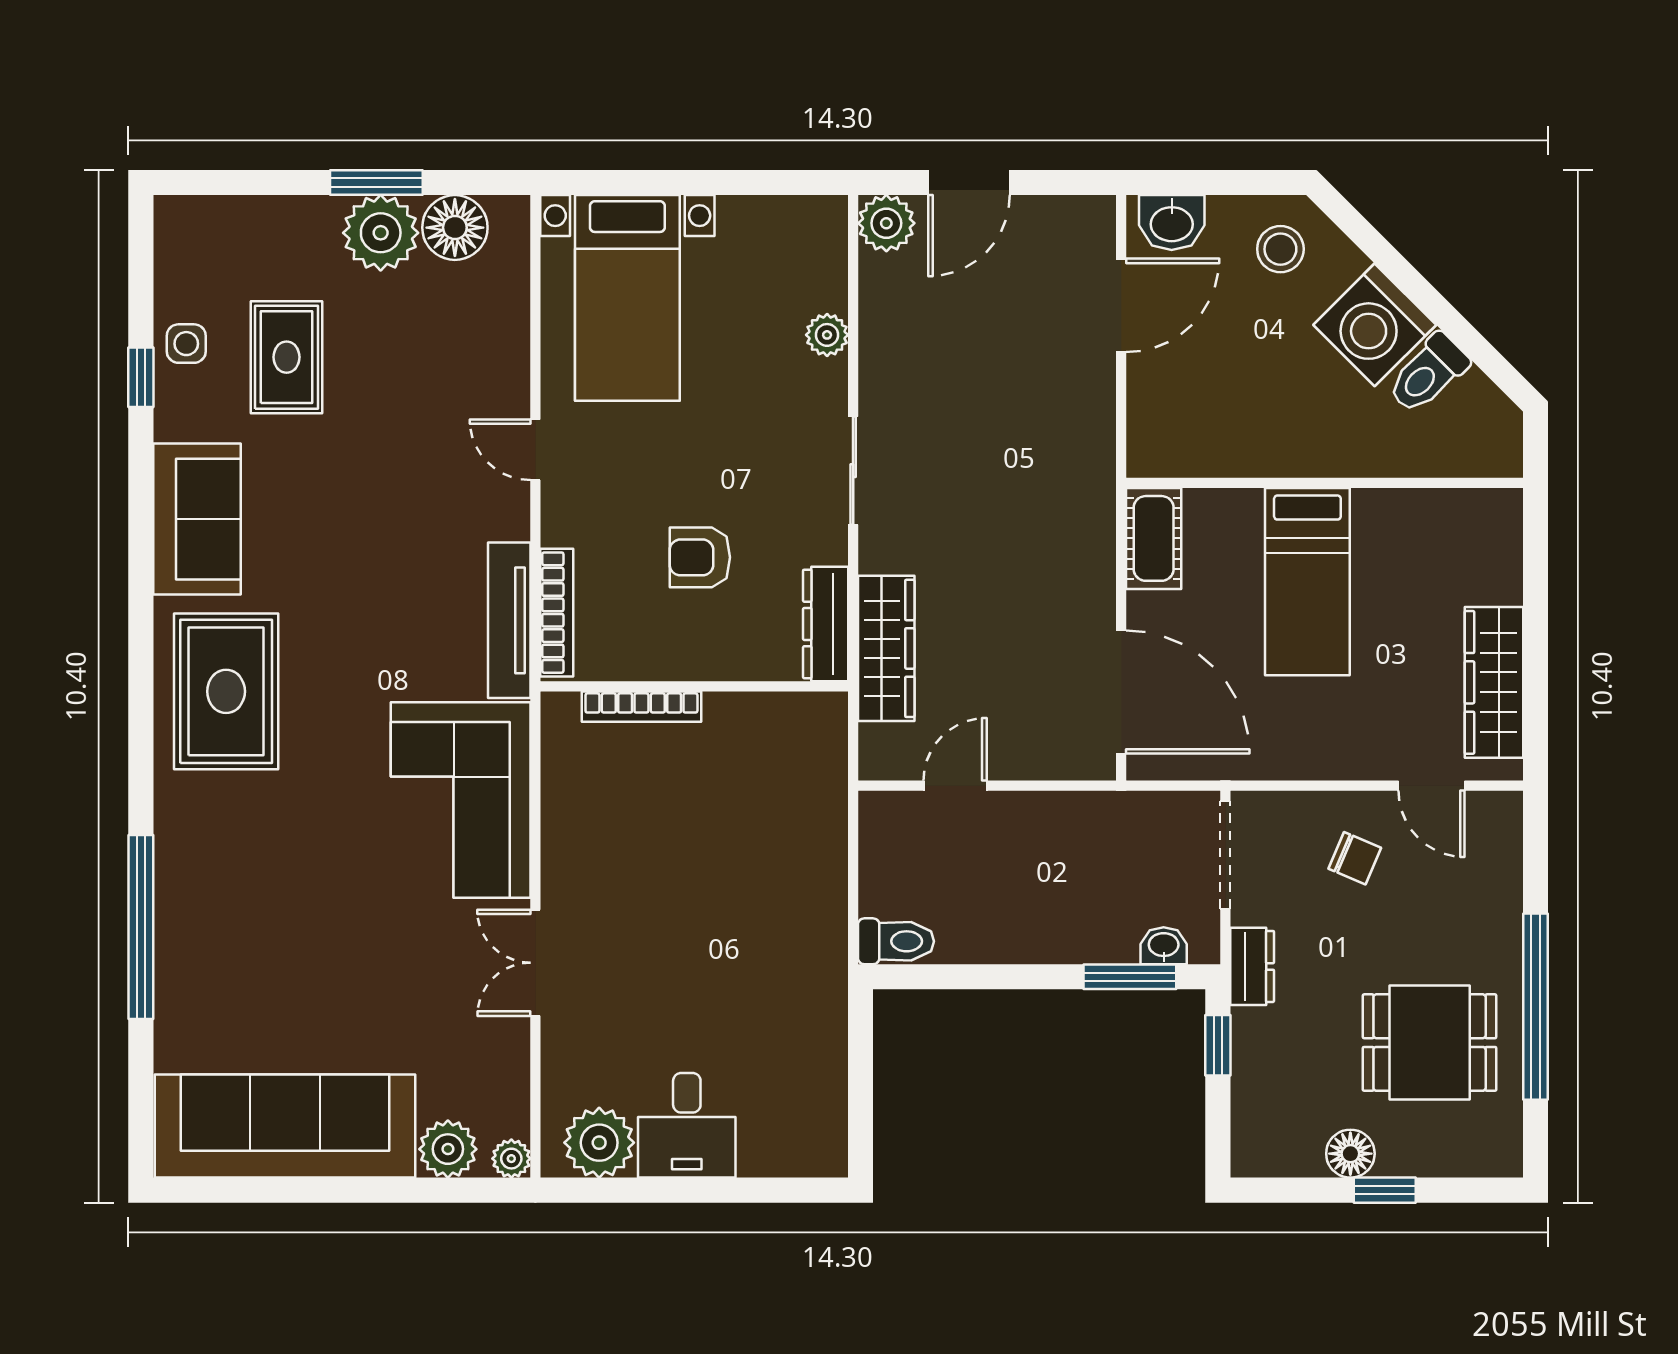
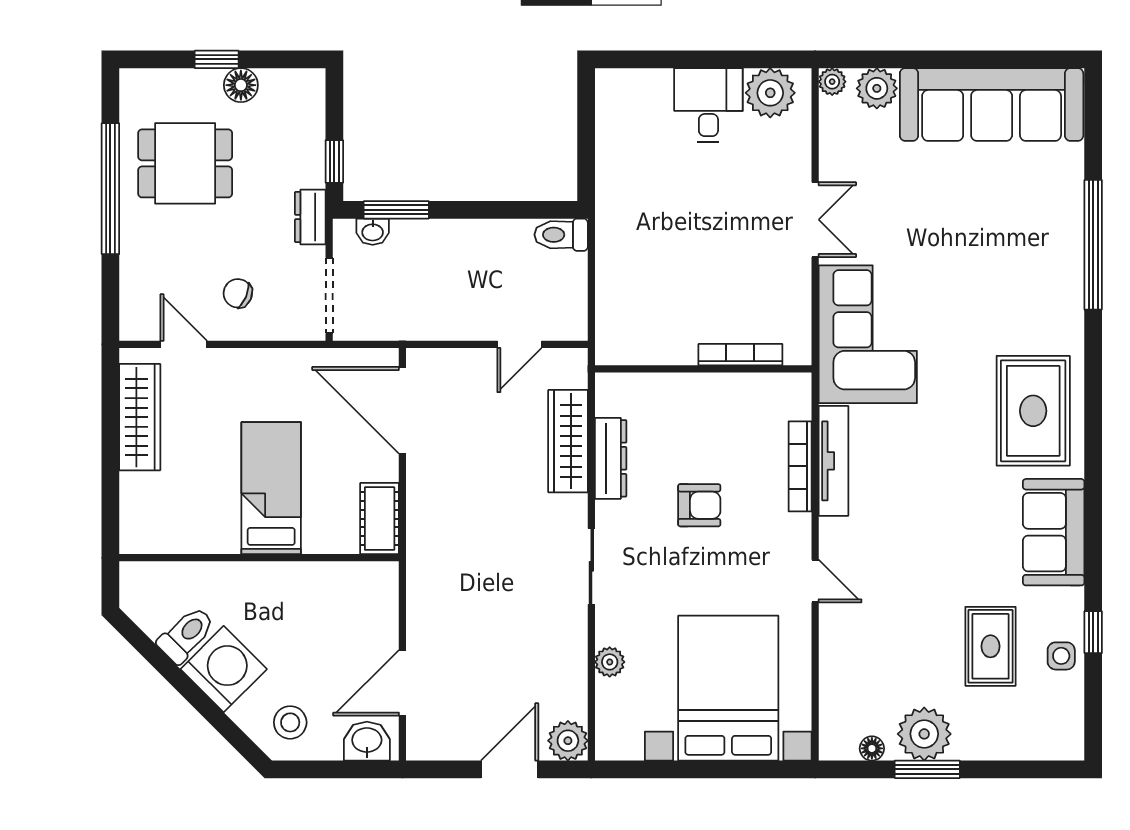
floor lamp: (455, 228) -> (872, 748), width x0.53, depth x0.53
bed with nightstands: (627, 298) -> (728, 688), width x1.36
wall: (694, 686) -> (703, 369), moved
bookcase: (641, 707) -> (740, 355), moved

